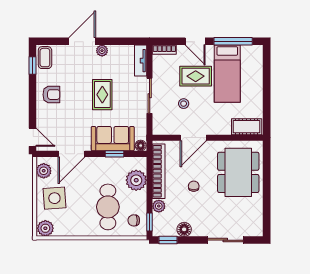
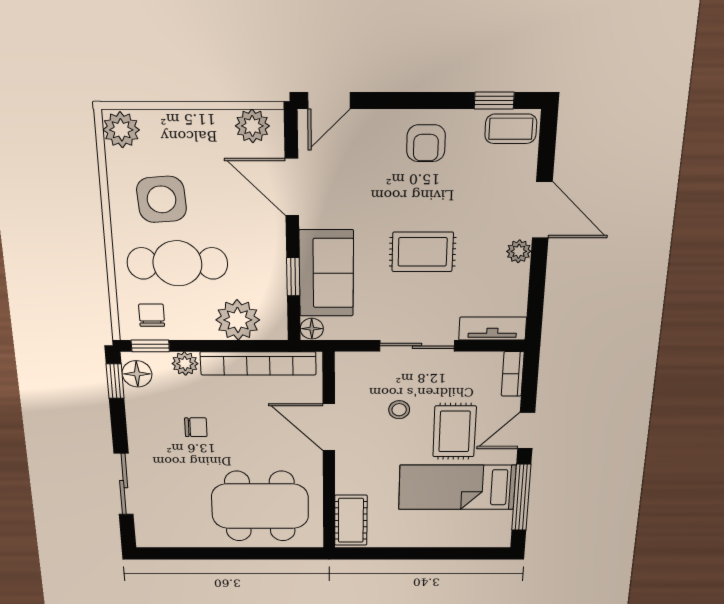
chair: (194, 186) -> (196, 427), moved
side table: (54, 198) -> (162, 199), moved
floor lamp: (184, 229) -> (137, 374), moved

